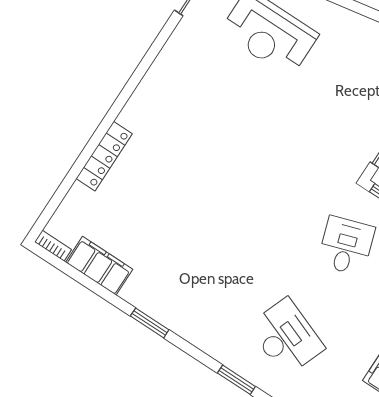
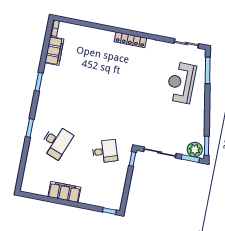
locker: (104, 156) -> (130, 40), moved

